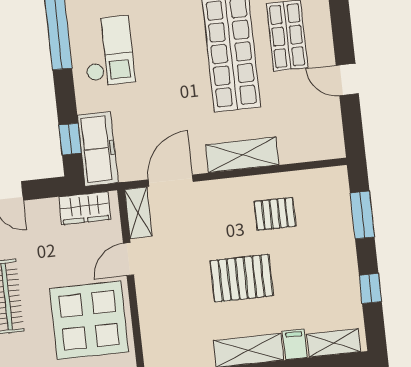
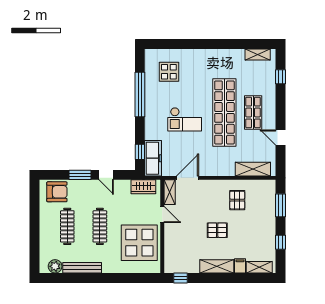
checkout: (108, 51) -> (185, 119), moved, turned 90
shelving: (242, 155) -> (253, 169), moved
pallet: (275, 214) -> (237, 200), turned 90
door: (129, 259) -> (162, 215), swing flipped
pallet: (242, 278) -> (217, 230), width x0.67, depth x0.71

